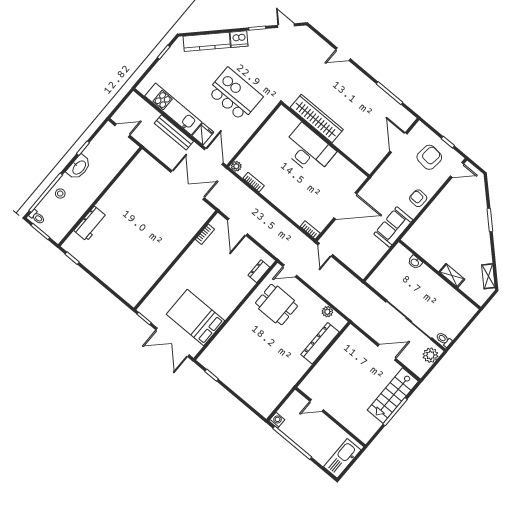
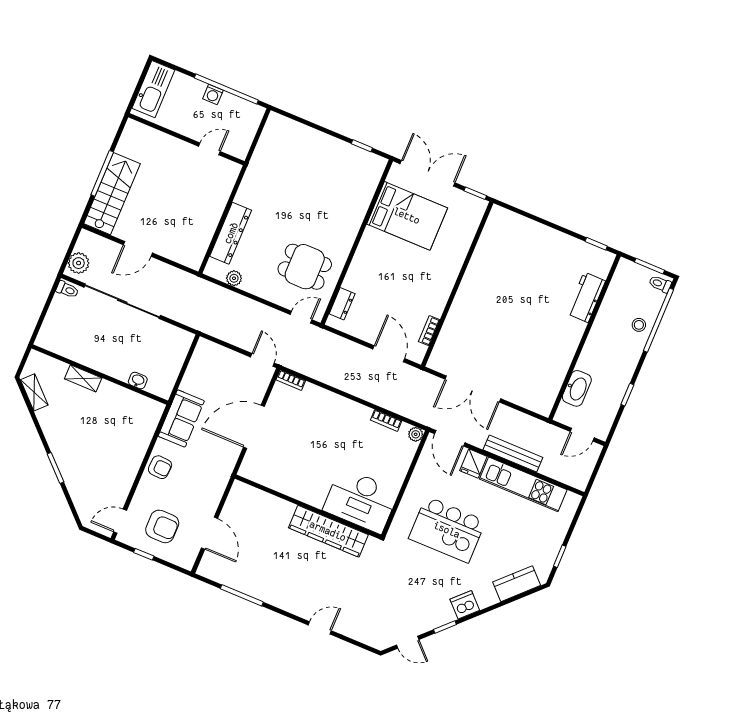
kitchen counter: (207, 42) -> (517, 584), width x0.67
desk: (308, 150) -> (361, 500), moved
armchair: (429, 157) -> (162, 526), turned -96
washbasin: (79, 167) -> (577, 388), moved, turned 180
washing machine: (277, 420) -> (213, 95), moved

